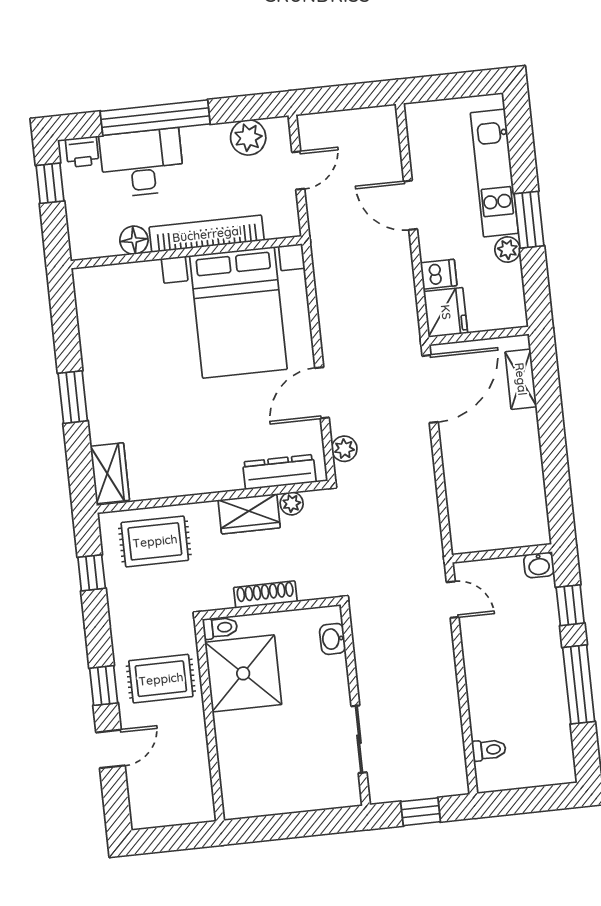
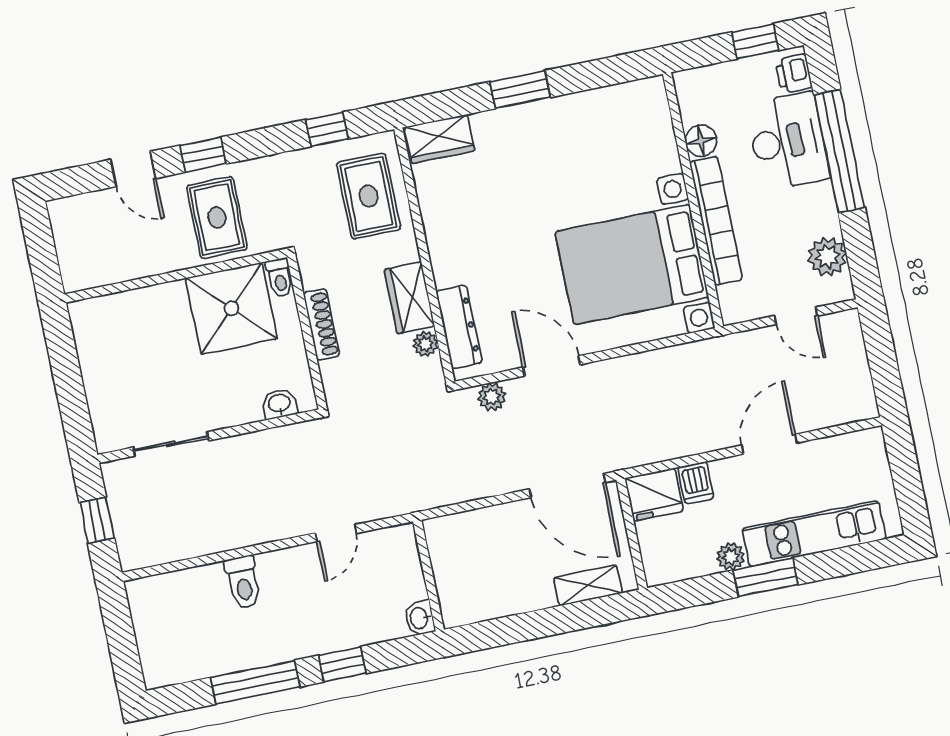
wall: (502, 553) -> (429, 576), moved
washbasin: (539, 565) -> (420, 618), moved
toilet: (489, 750) -> (243, 582), moved, width x1.37, depth x1.39

